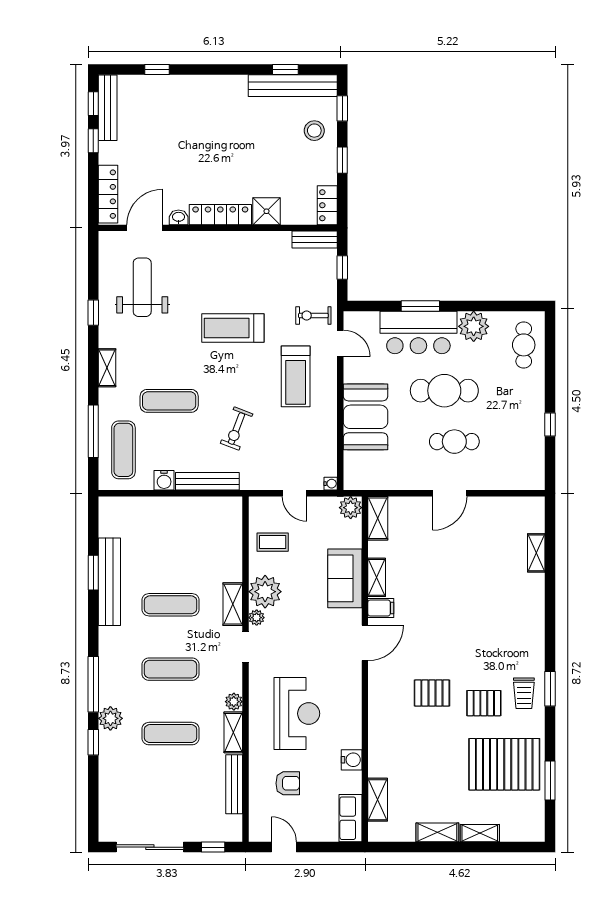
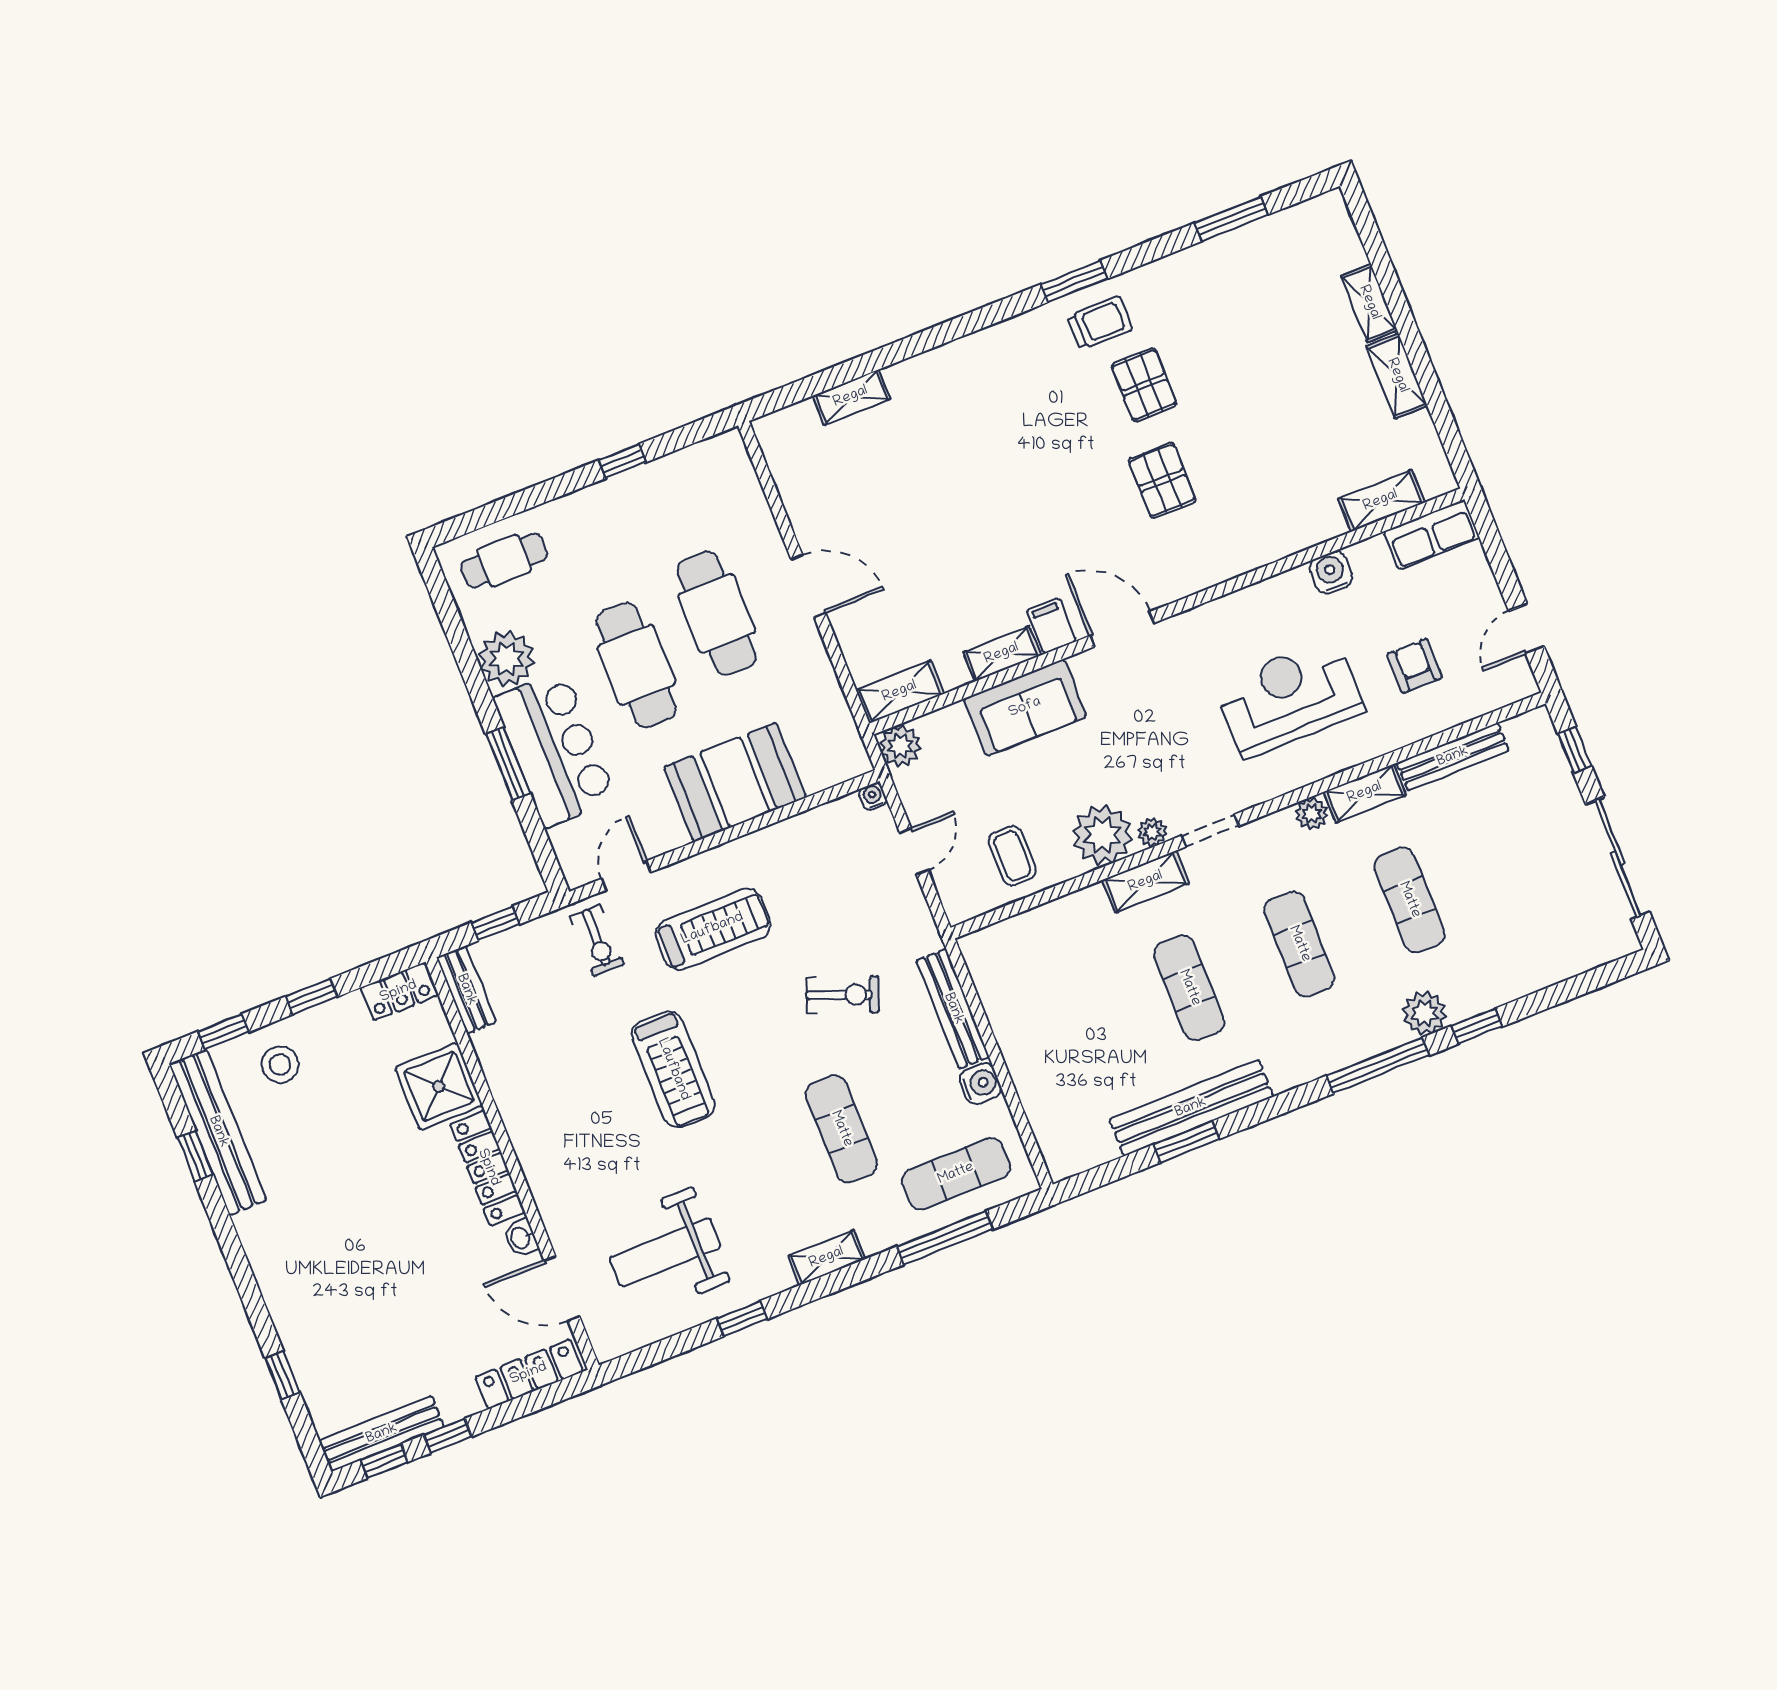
shower: (266, 211) -> (439, 1086), width x1.36, depth x1.36
cafe table: (454, 442) -> (717, 613), width x1.37, depth x1.35
pallet: (504, 764) -> (1235, 308), removed

